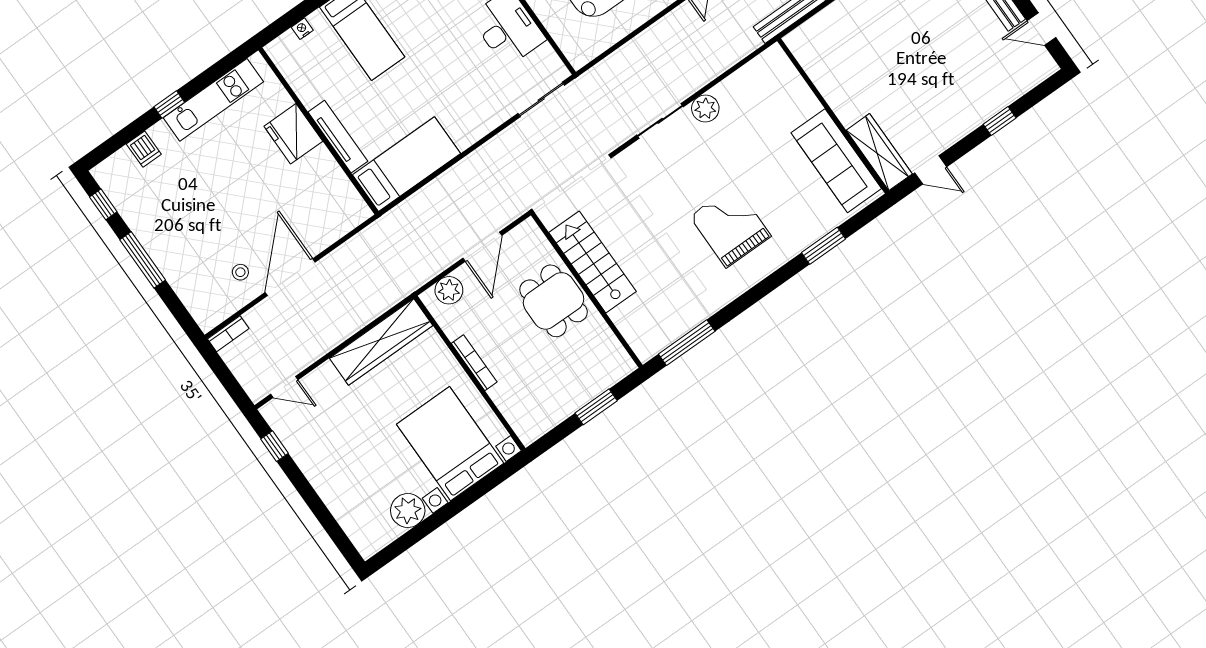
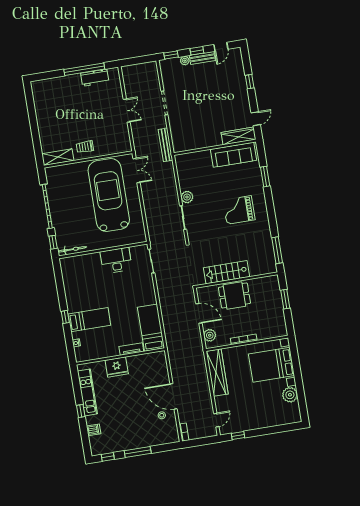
tv unit: (338, 137) -> (131, 349), width x0.71

